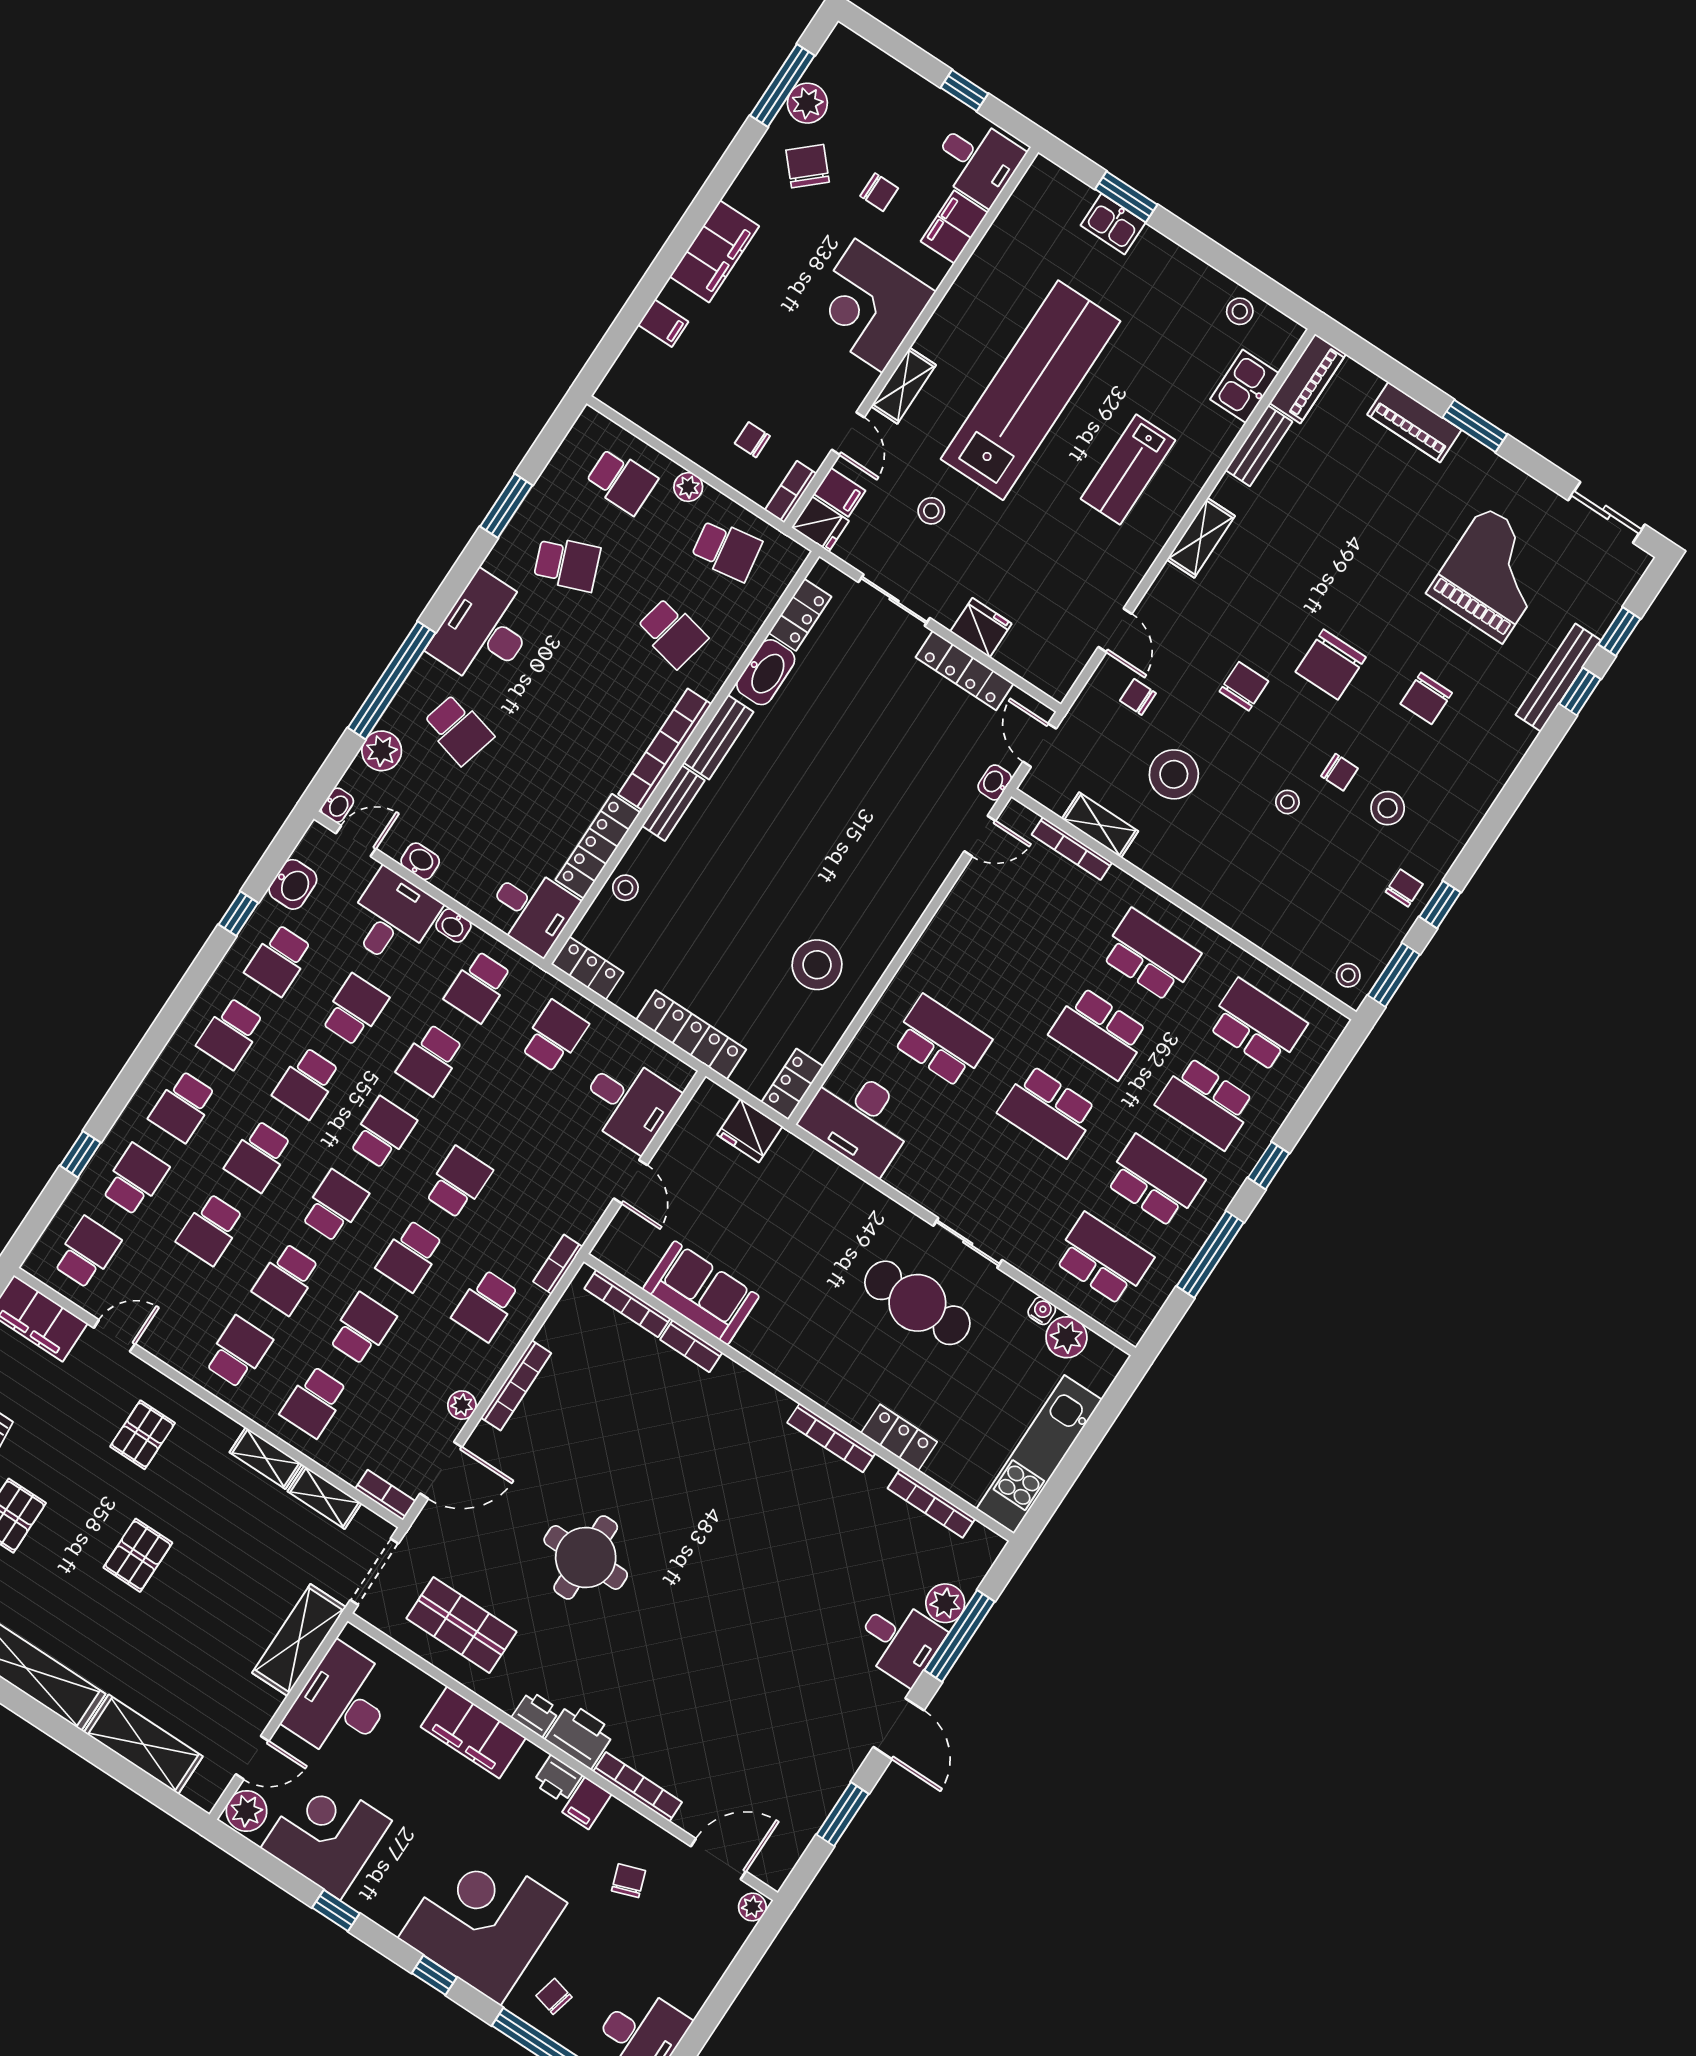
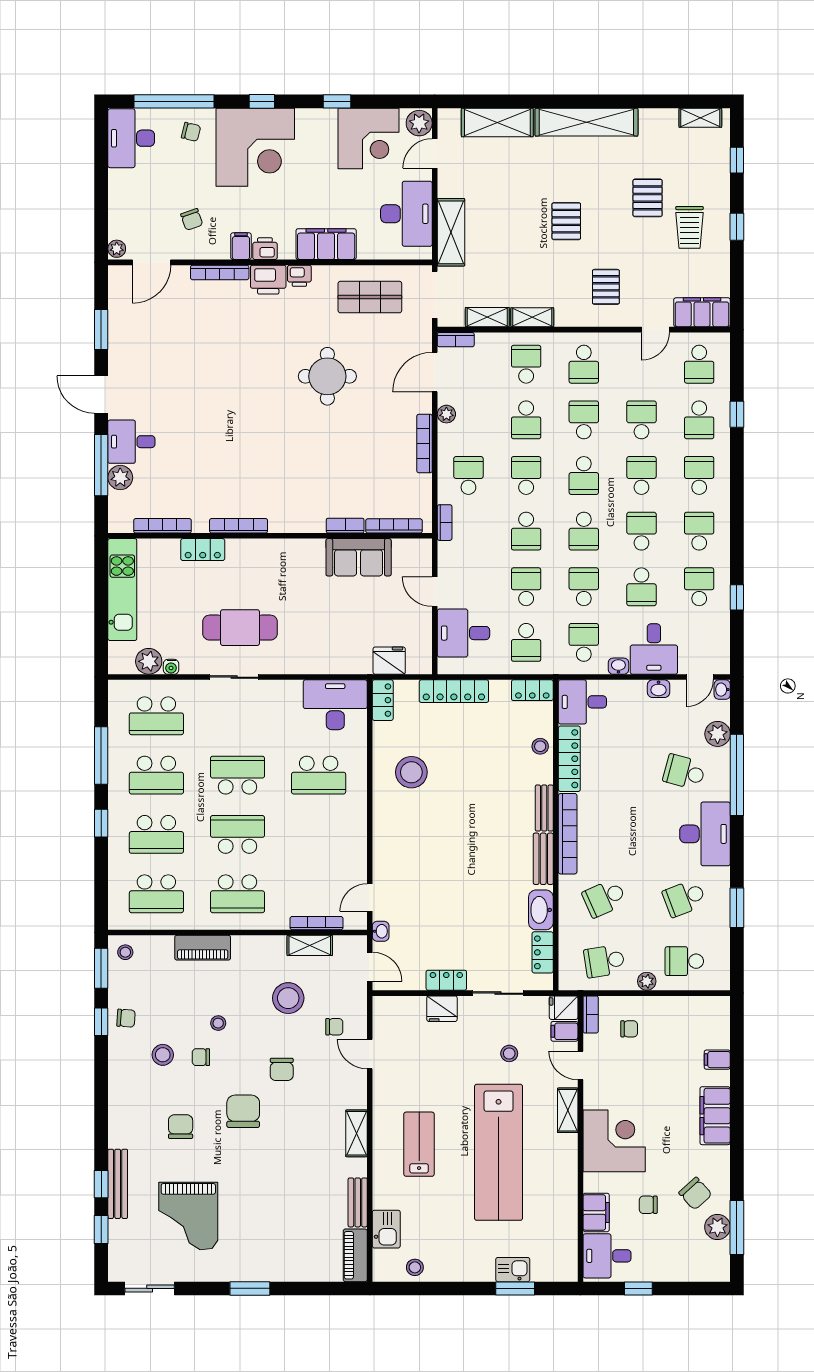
piano: (1414, 422) -> (203, 948), moved, turned 180
school desk: (672, 633) -> (604, 898), turned -36
locker: (965, 671) -> (446, 980), width x0.66
washbasin: (293, 884) -> (718, 632), removed
chair: (1404, 888) -> (126, 1018), turned -86
school desk: (1206, 1103) -> (156, 834), turned 180
school desk: (506, 1109) -> (526, 587), added

